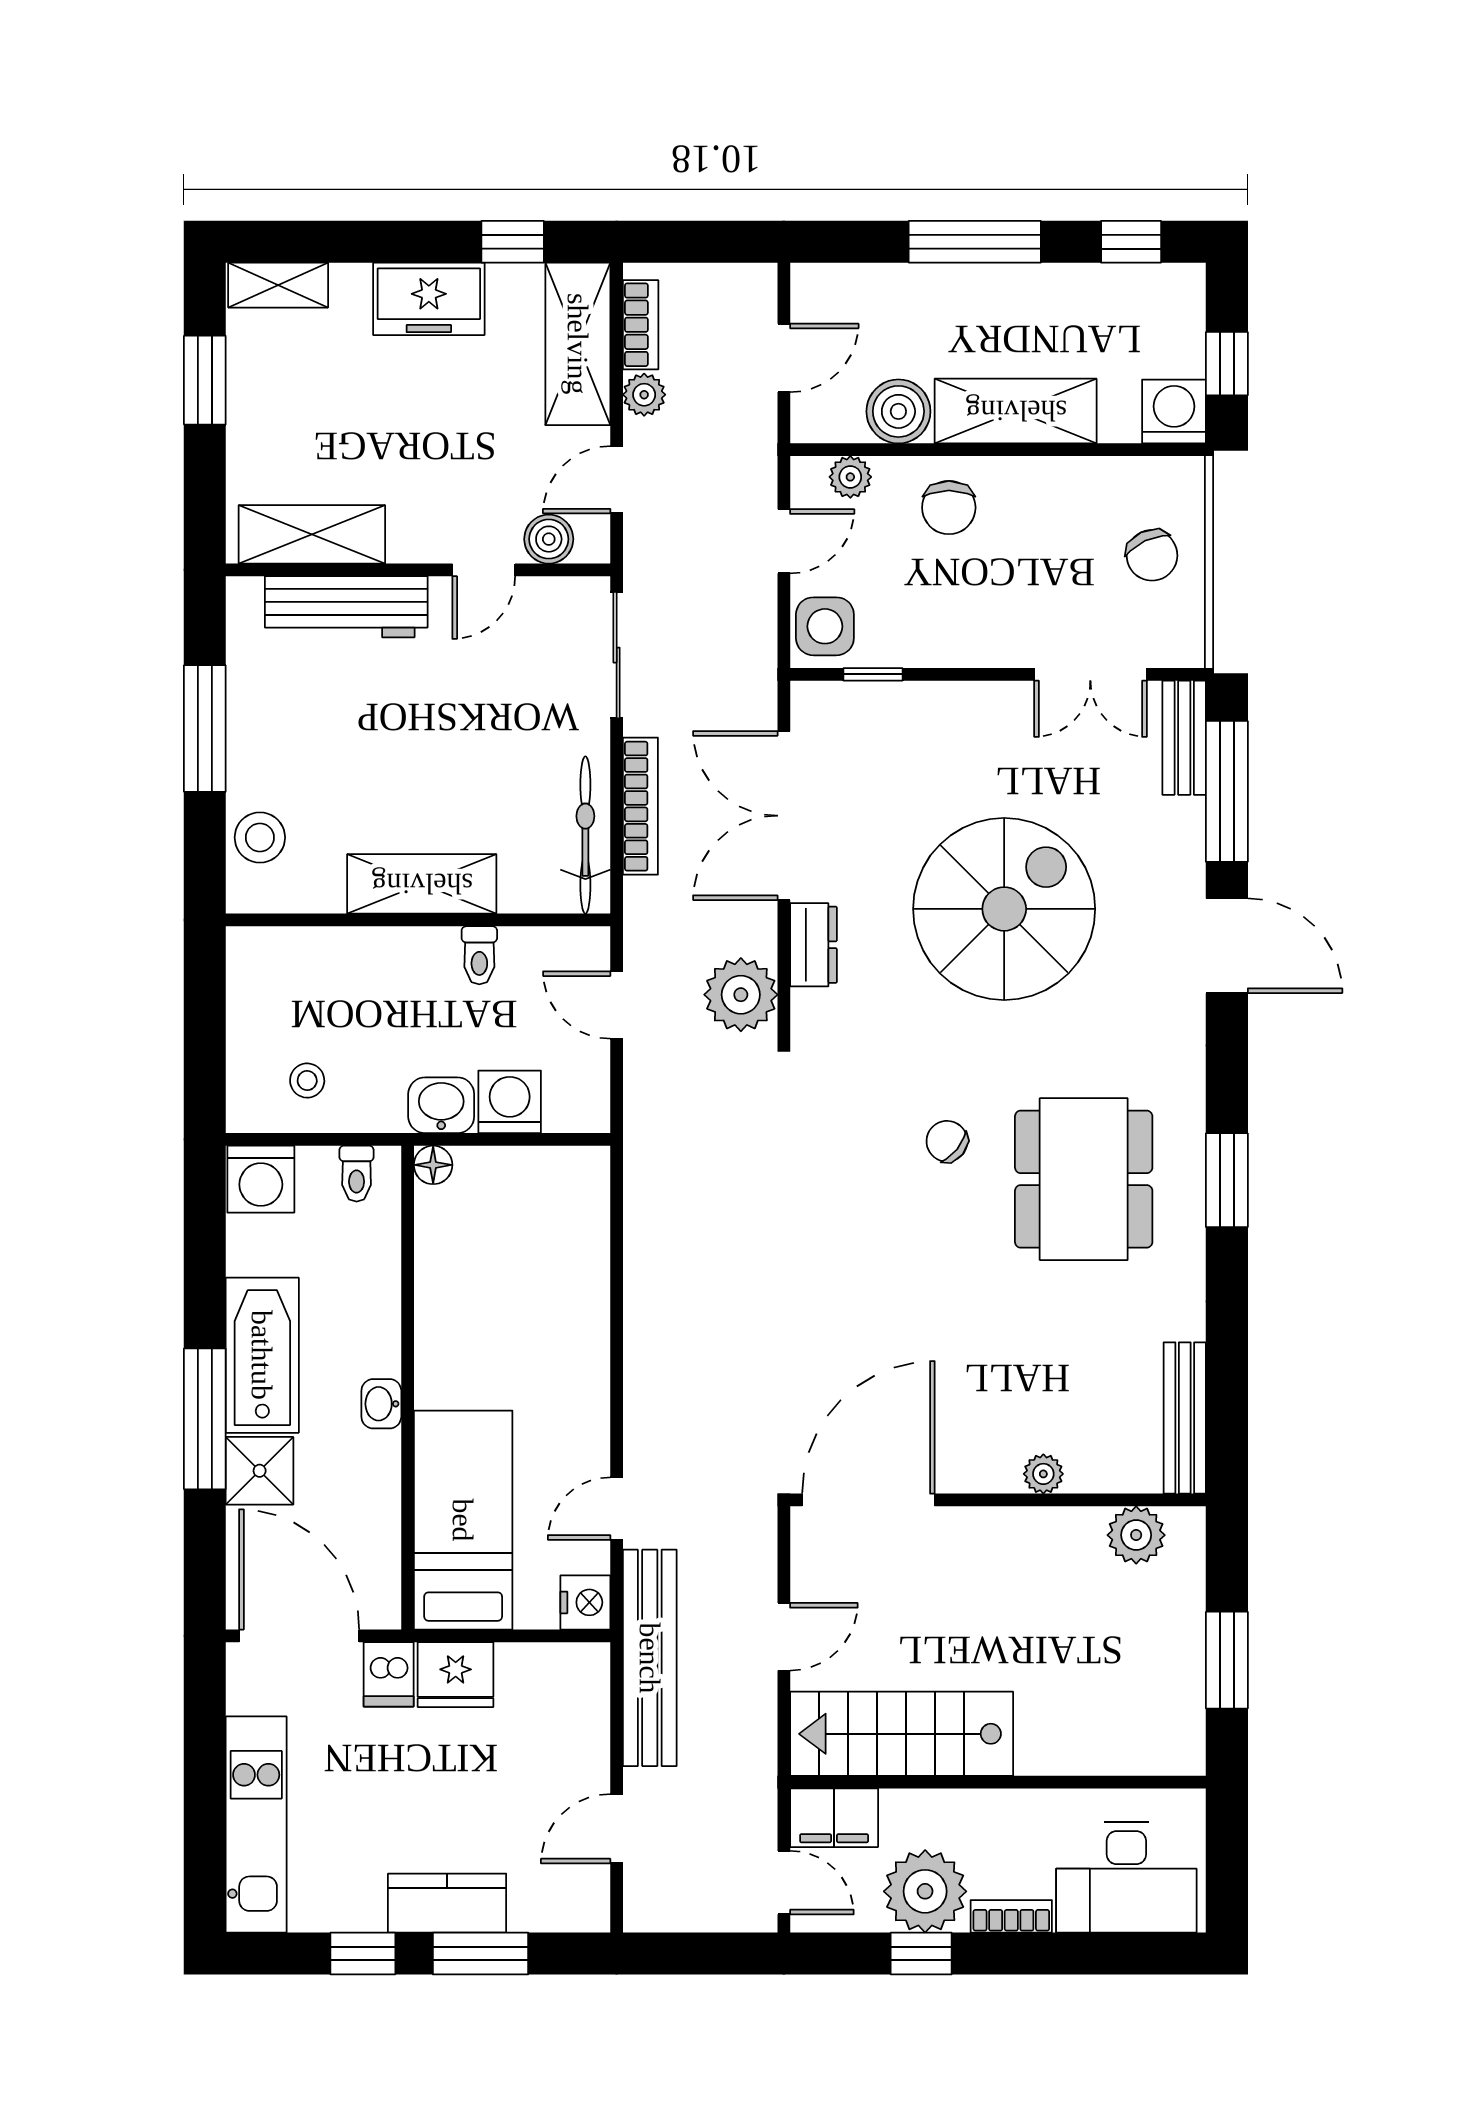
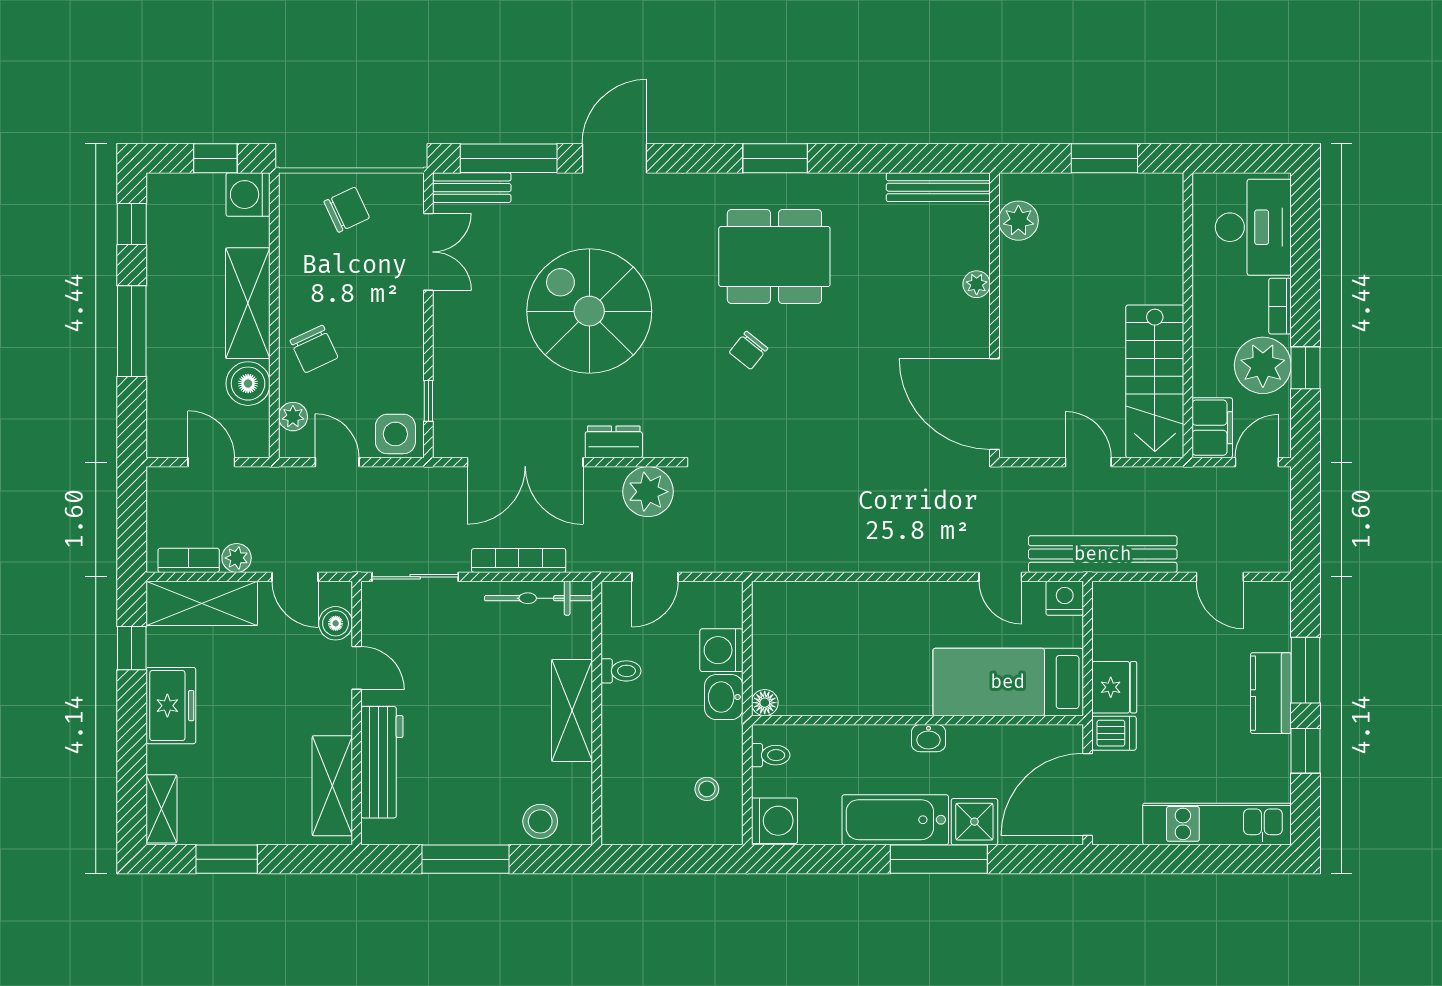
chair: (949, 508) -> (314, 349), turned 65

